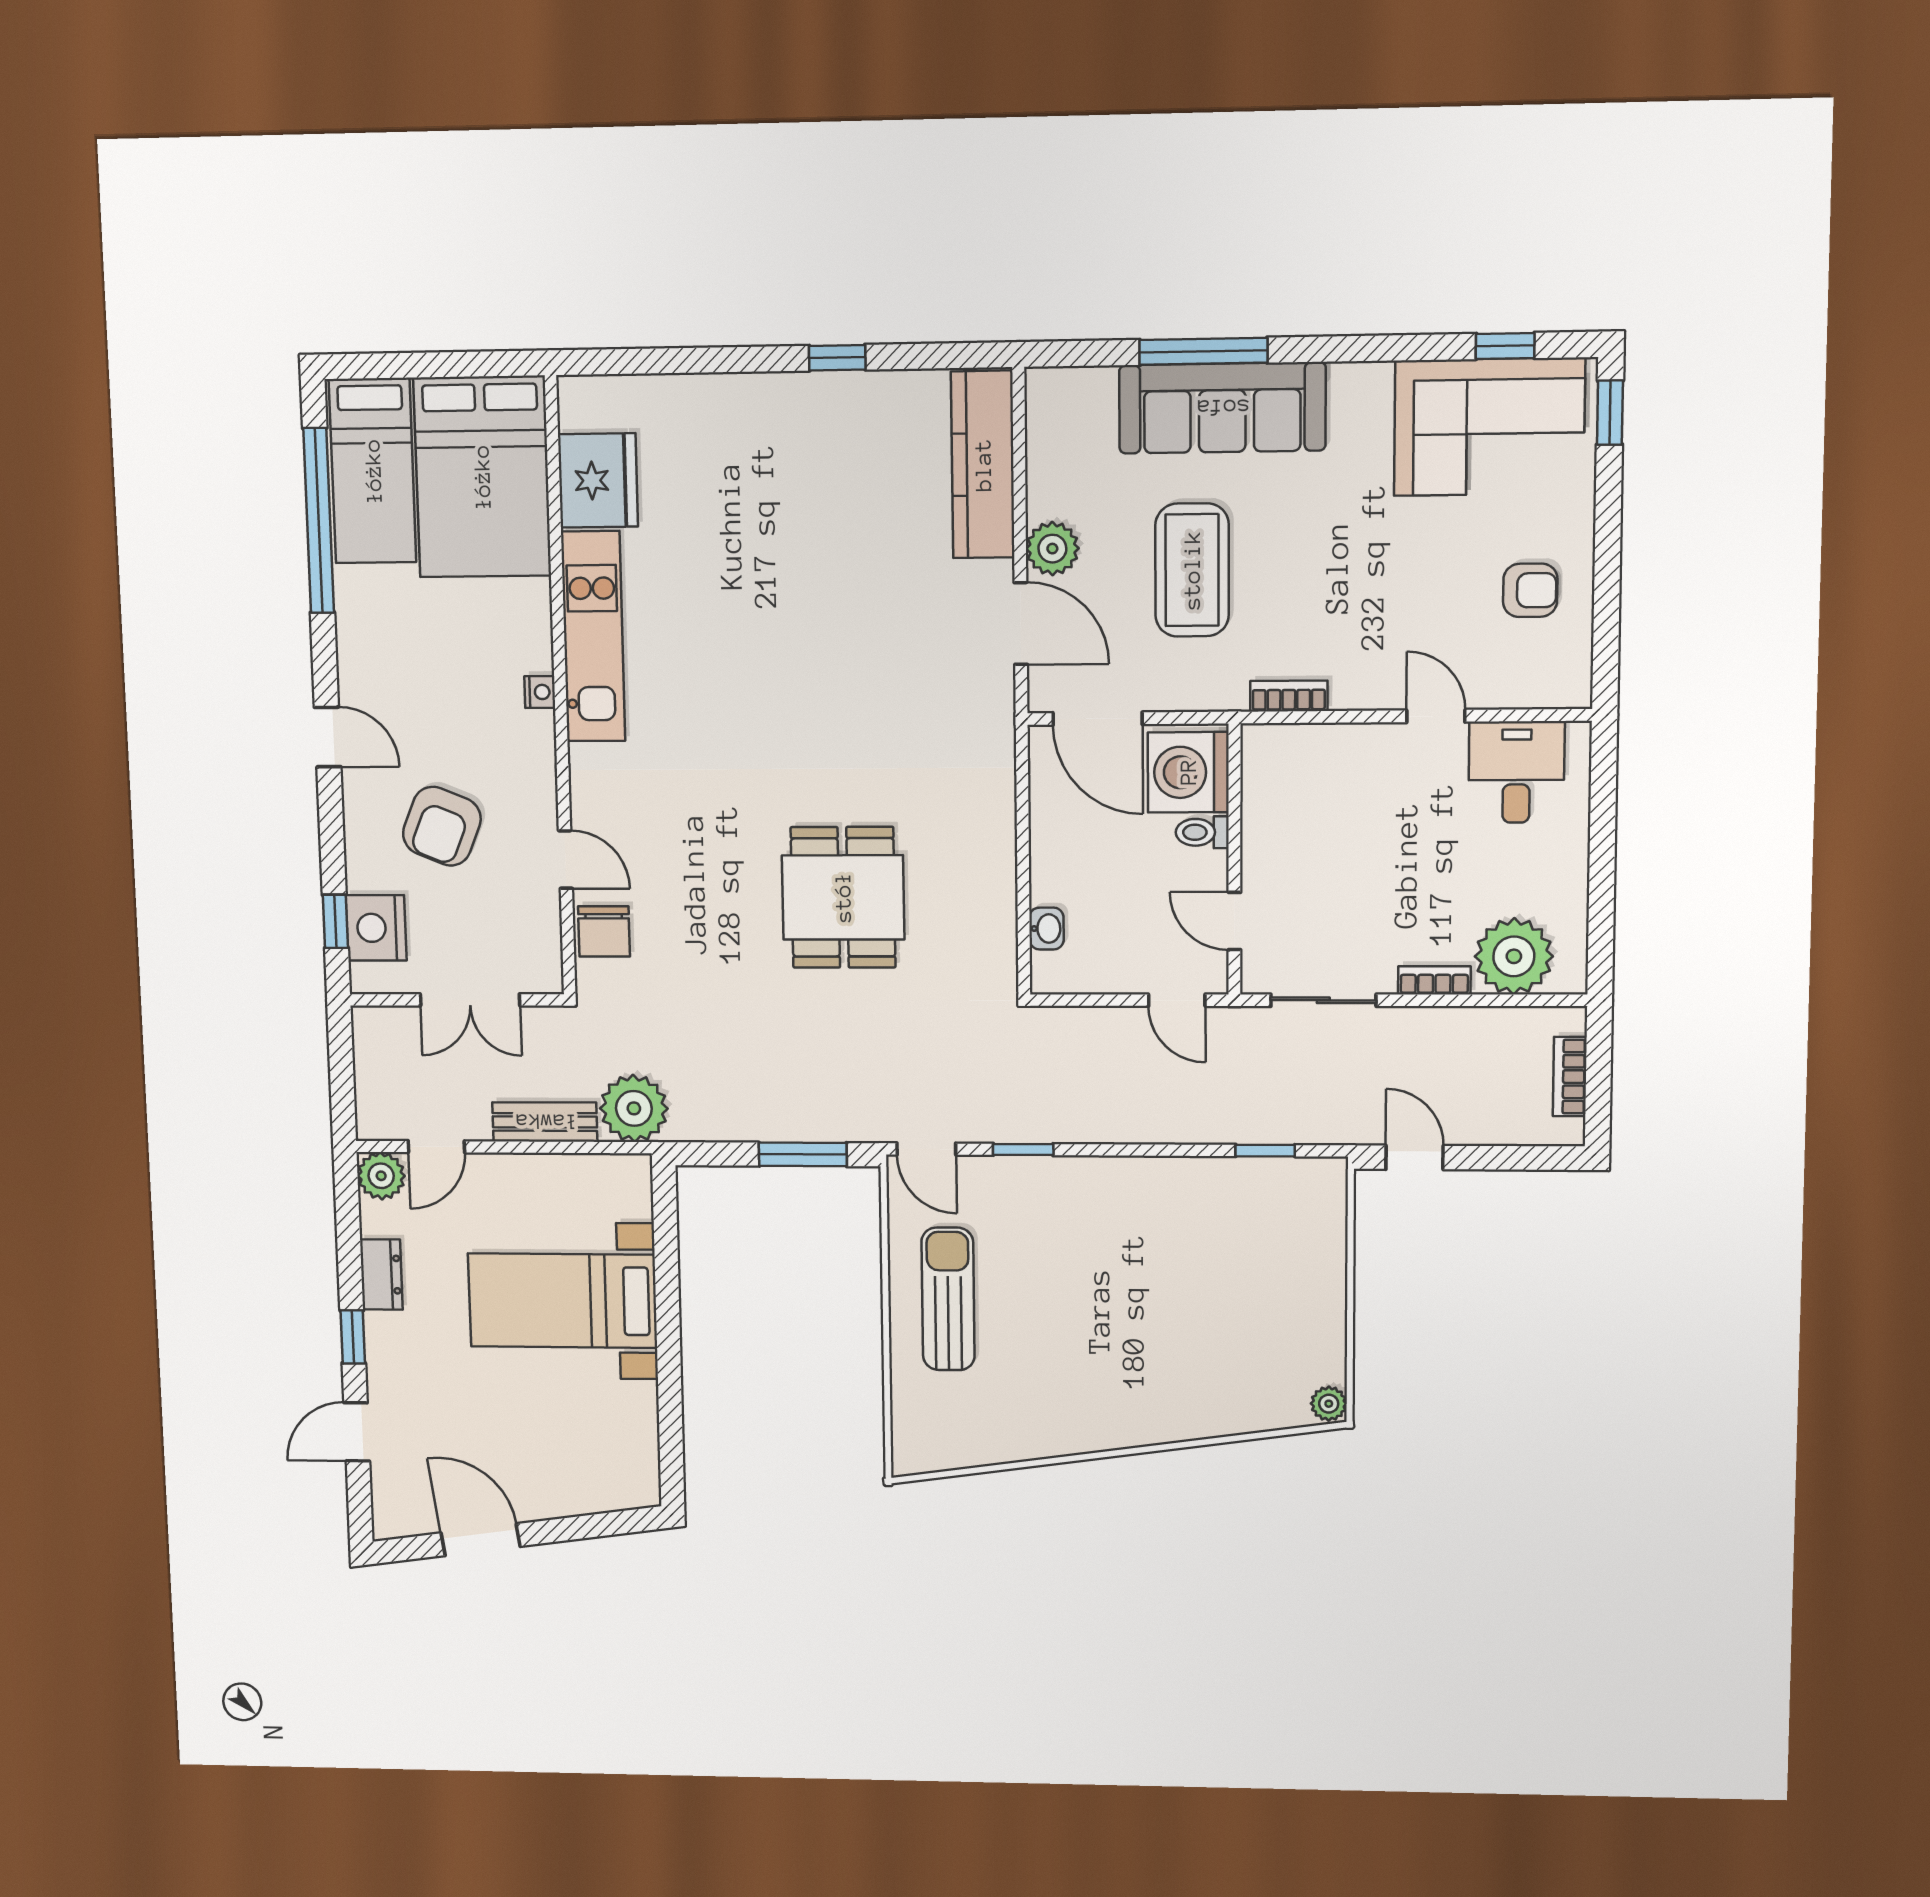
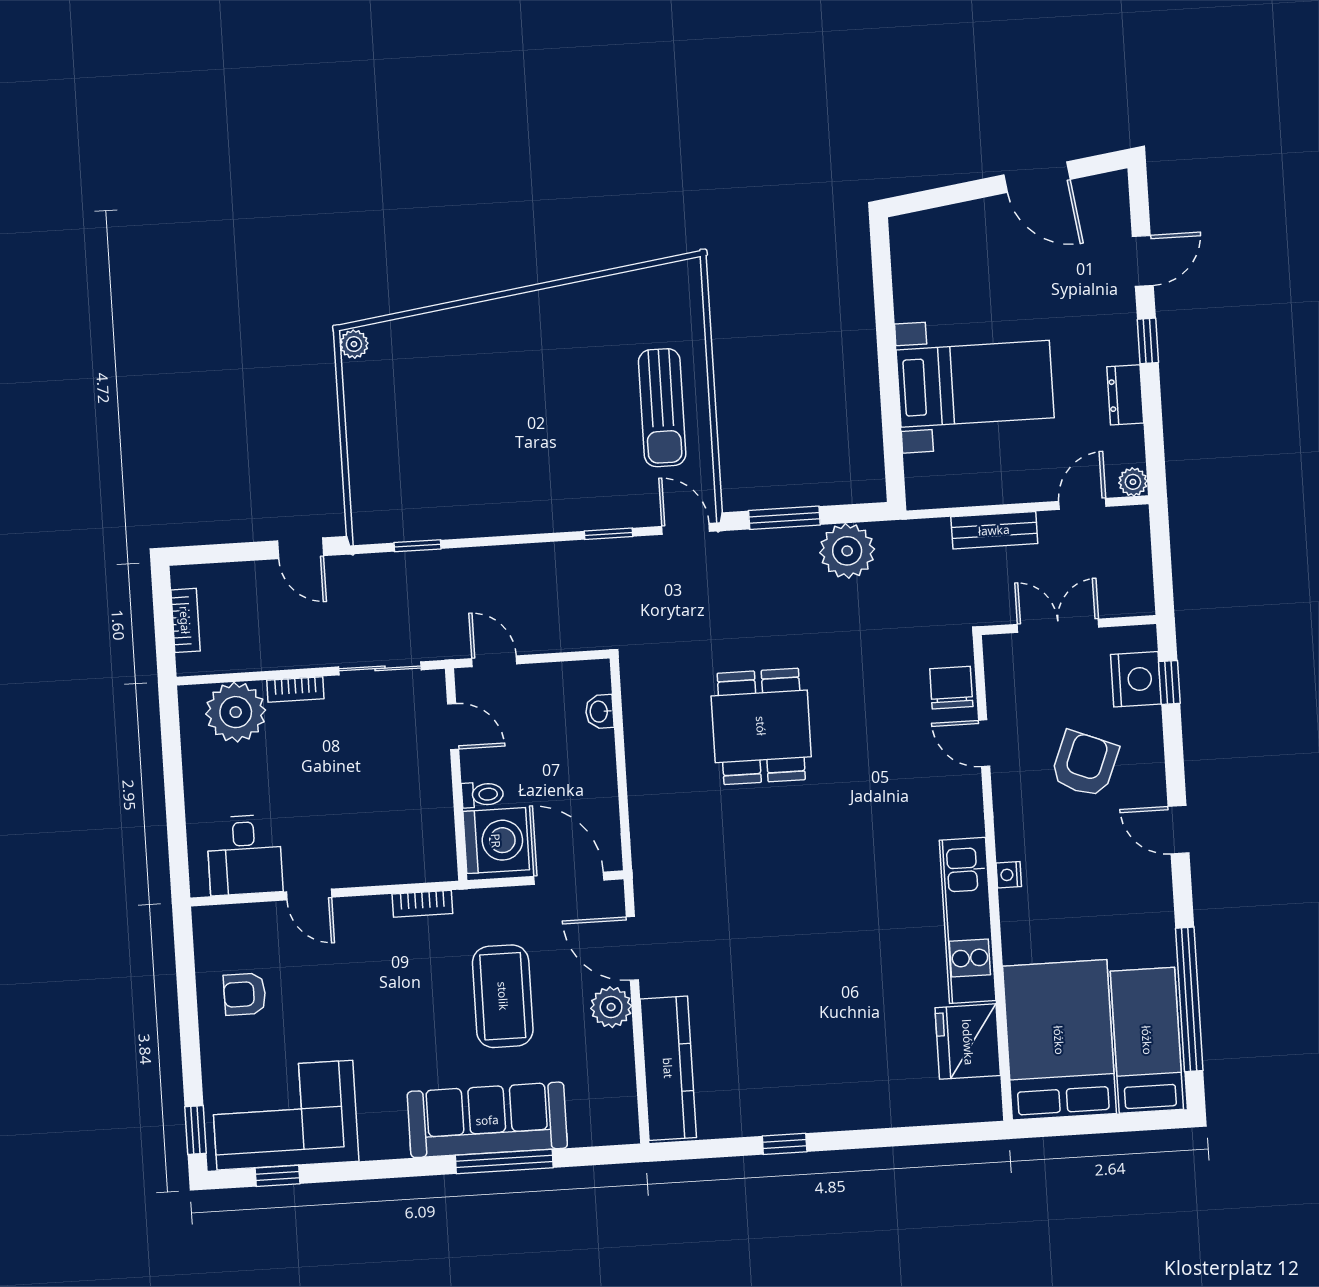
plant: (634, 1108) -> (847, 551), moved
plant: (381, 1176) -> (1133, 482), width x0.73, depth x0.73

